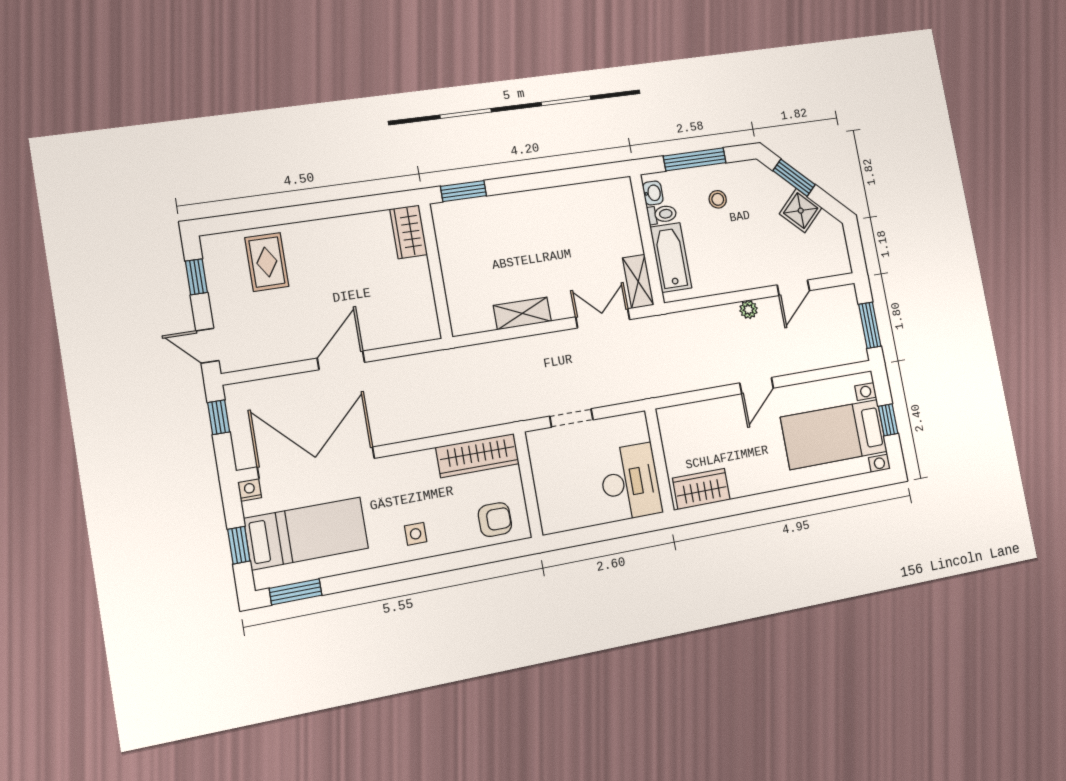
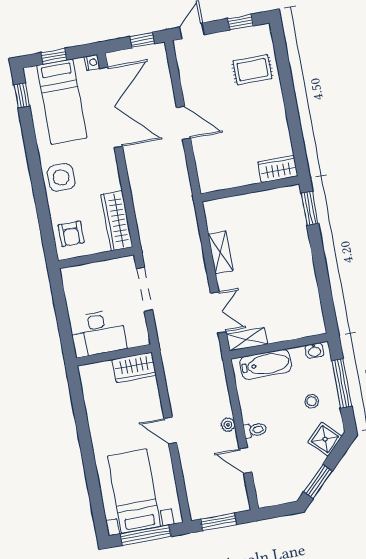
window: (794, 178) -> (318, 481), moved
shower: (801, 211) -> (325, 439), moved
toilet: (662, 214) -> (255, 430), moved, turned -90
doorway: (571, 418) -> (144, 289), width x1.38
window: (888, 420) -> (146, 535), width x2.17
wardrobe: (701, 489) -> (134, 367), moved, turned 90
side table: (416, 534) -> (61, 177), width x1.87, depth x1.87
window: (296, 592) -> (22, 95), width x0.67

